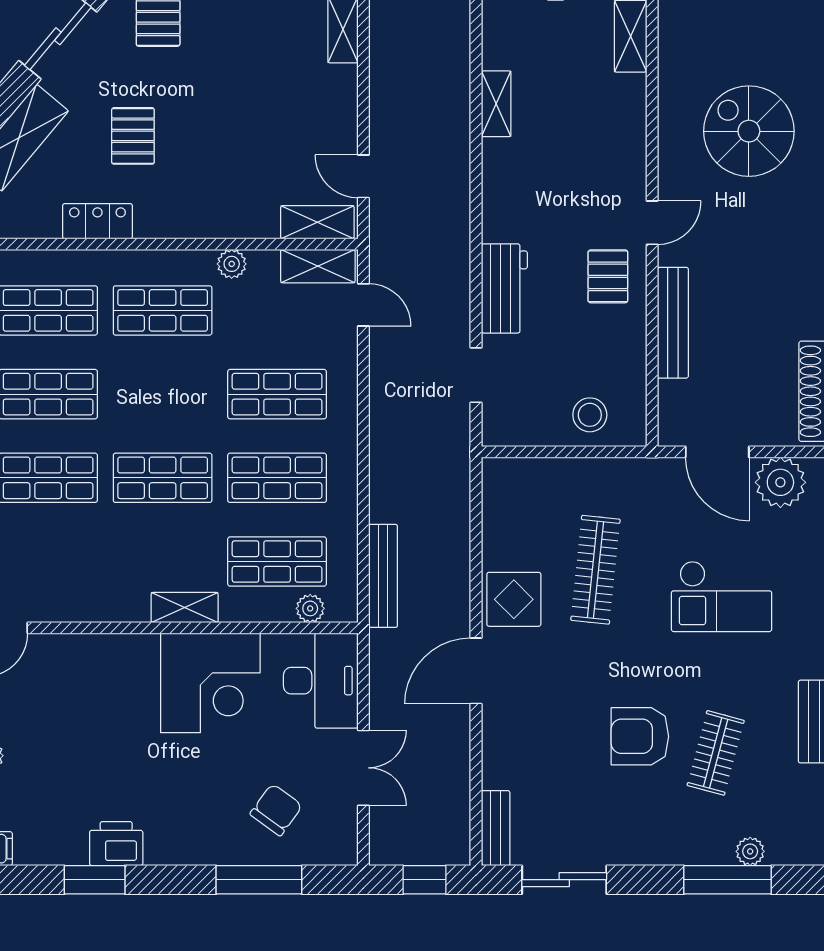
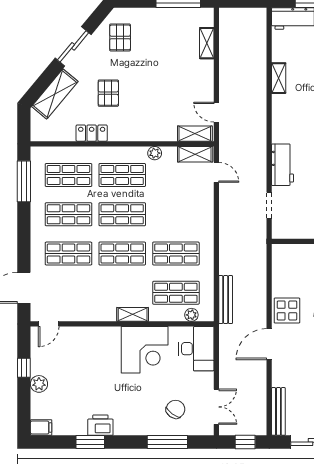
shop shelf: (277, 394) -> (122, 214), moved
double door: (363, 768) -> (216, 407), moved
bench: (496, 828) -> (278, 411), width x1.36

